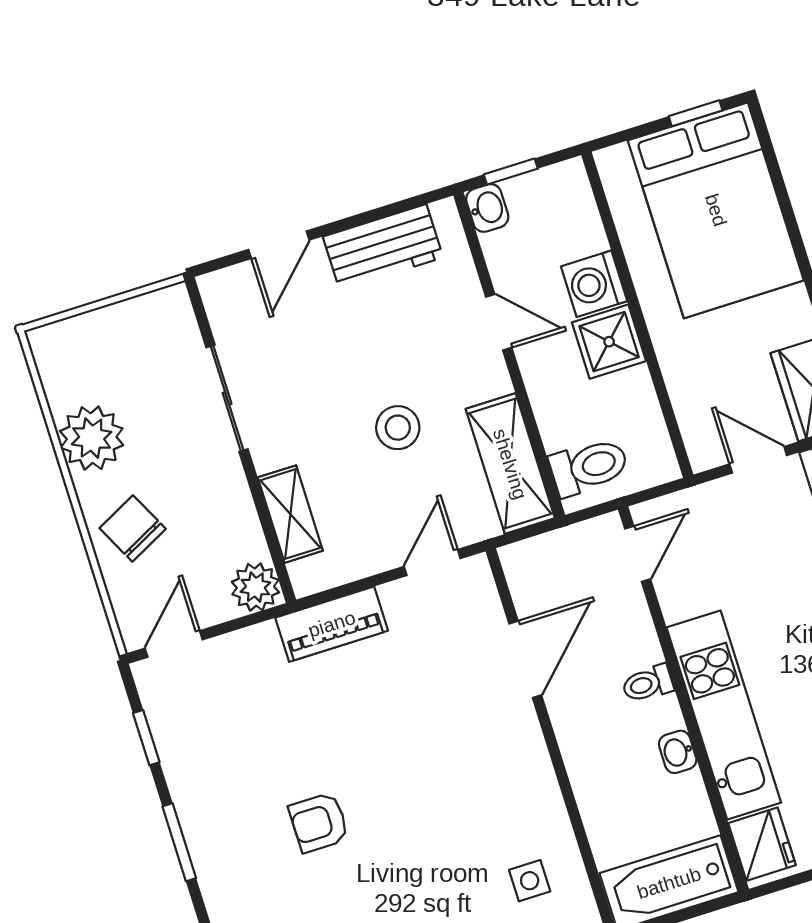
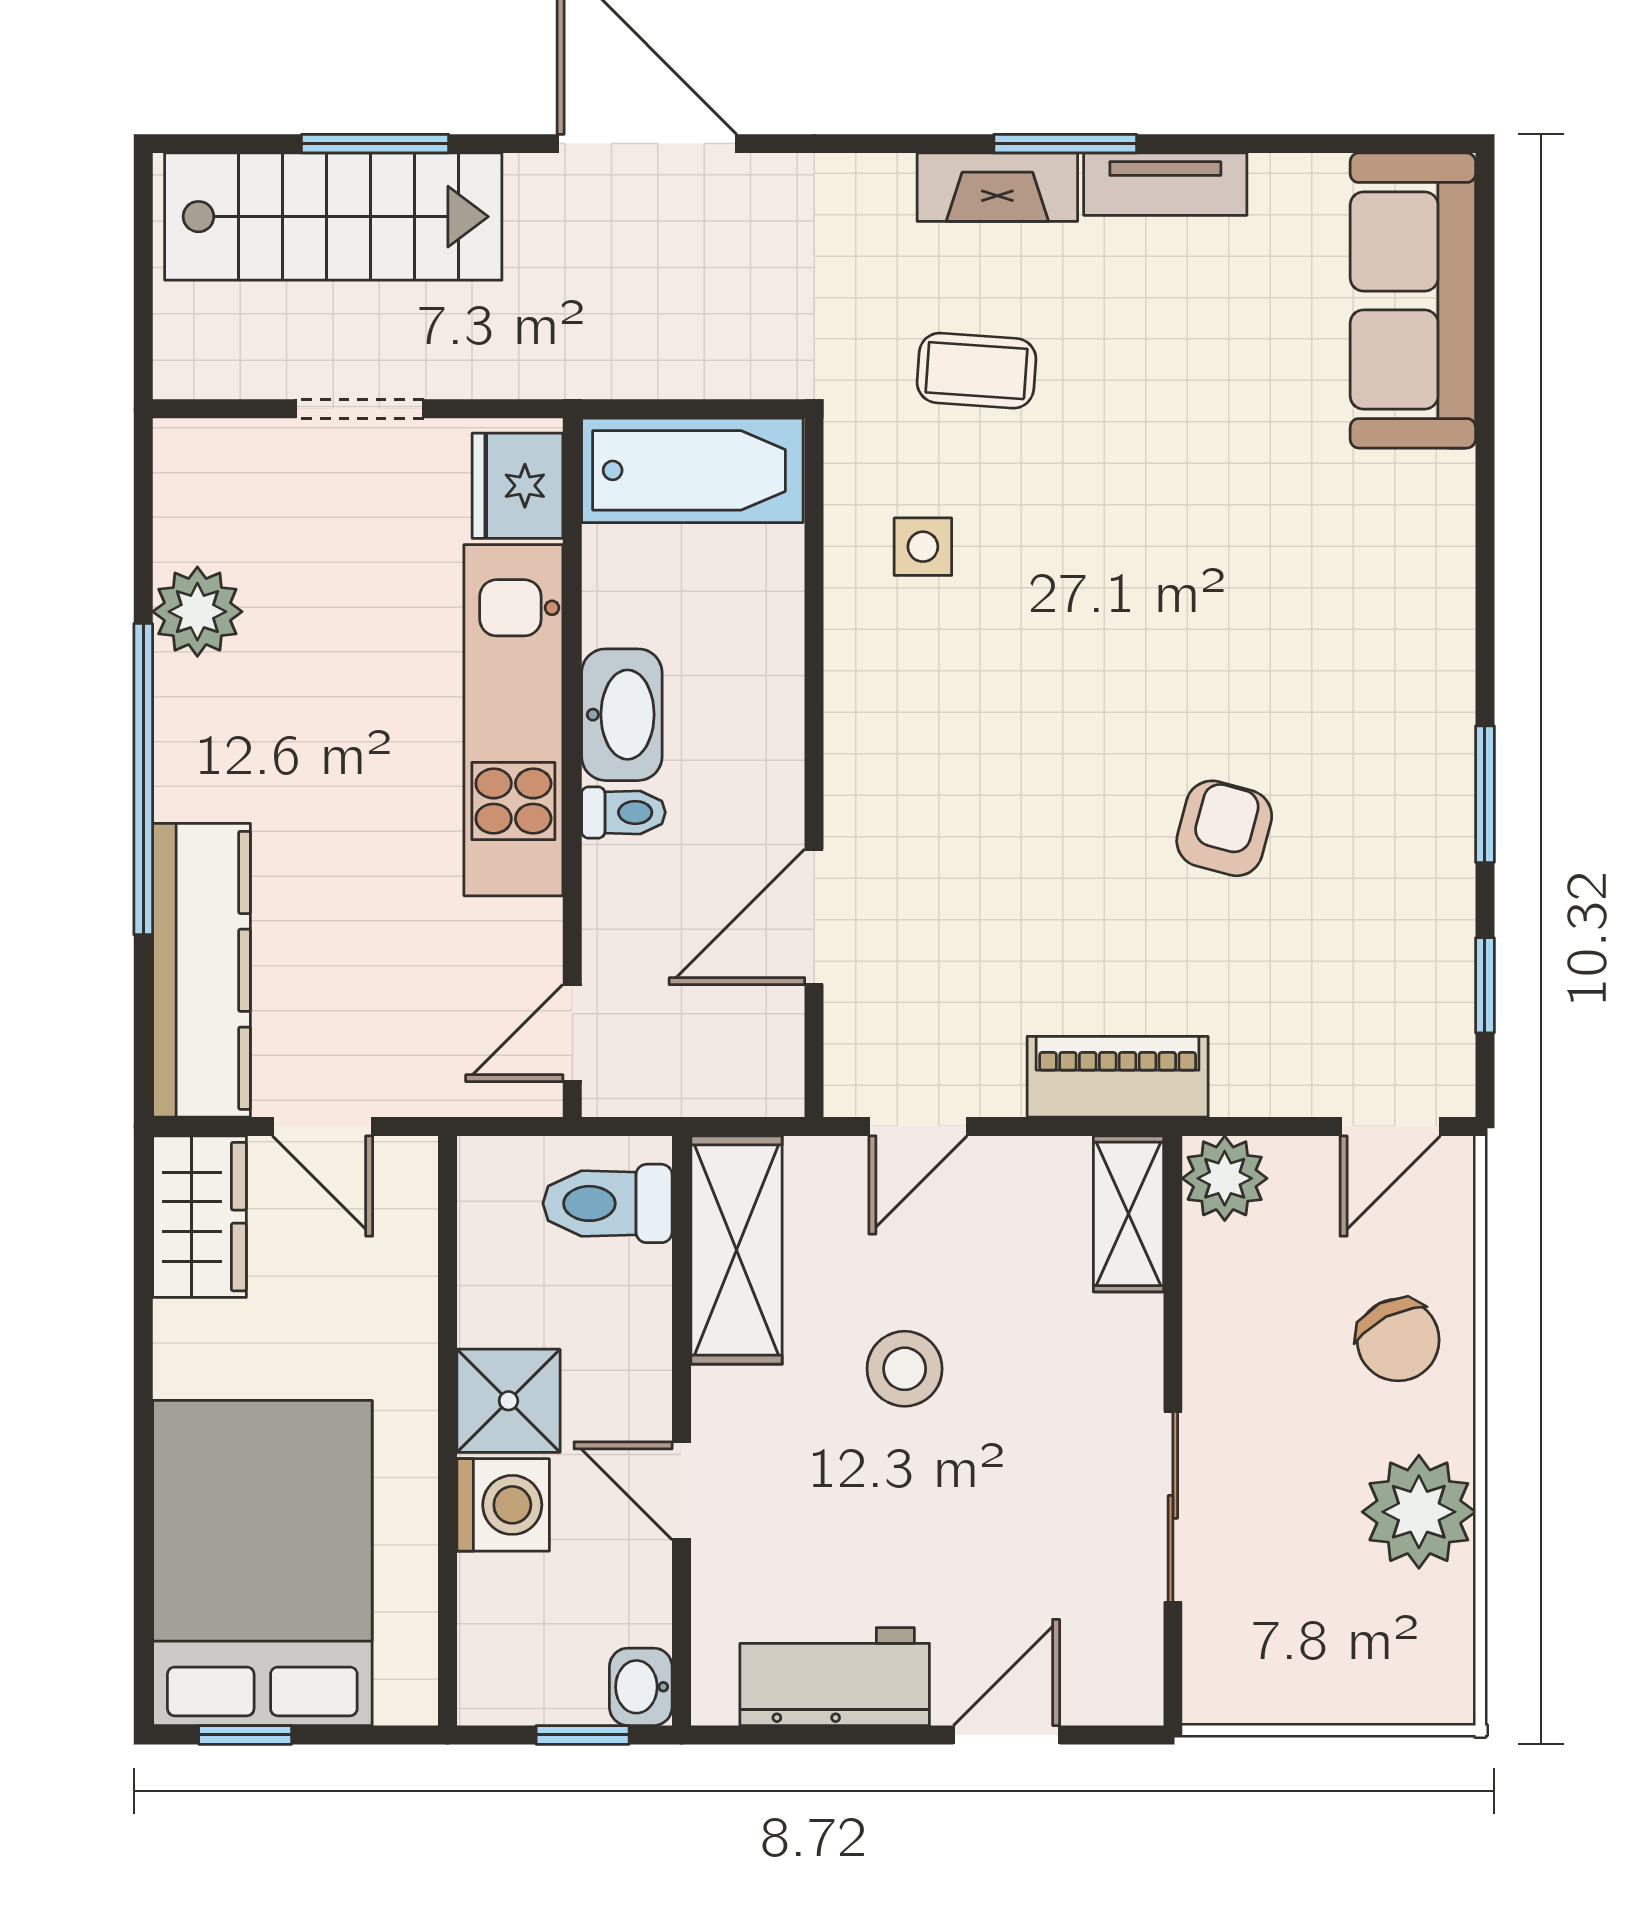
shelving: (290, 514) -> (1128, 1214), moved
washbasin: (678, 752) -> (622, 715), width x1.91, depth x1.45
armchair: (319, 822) -> (1224, 828), moved, turned -75

